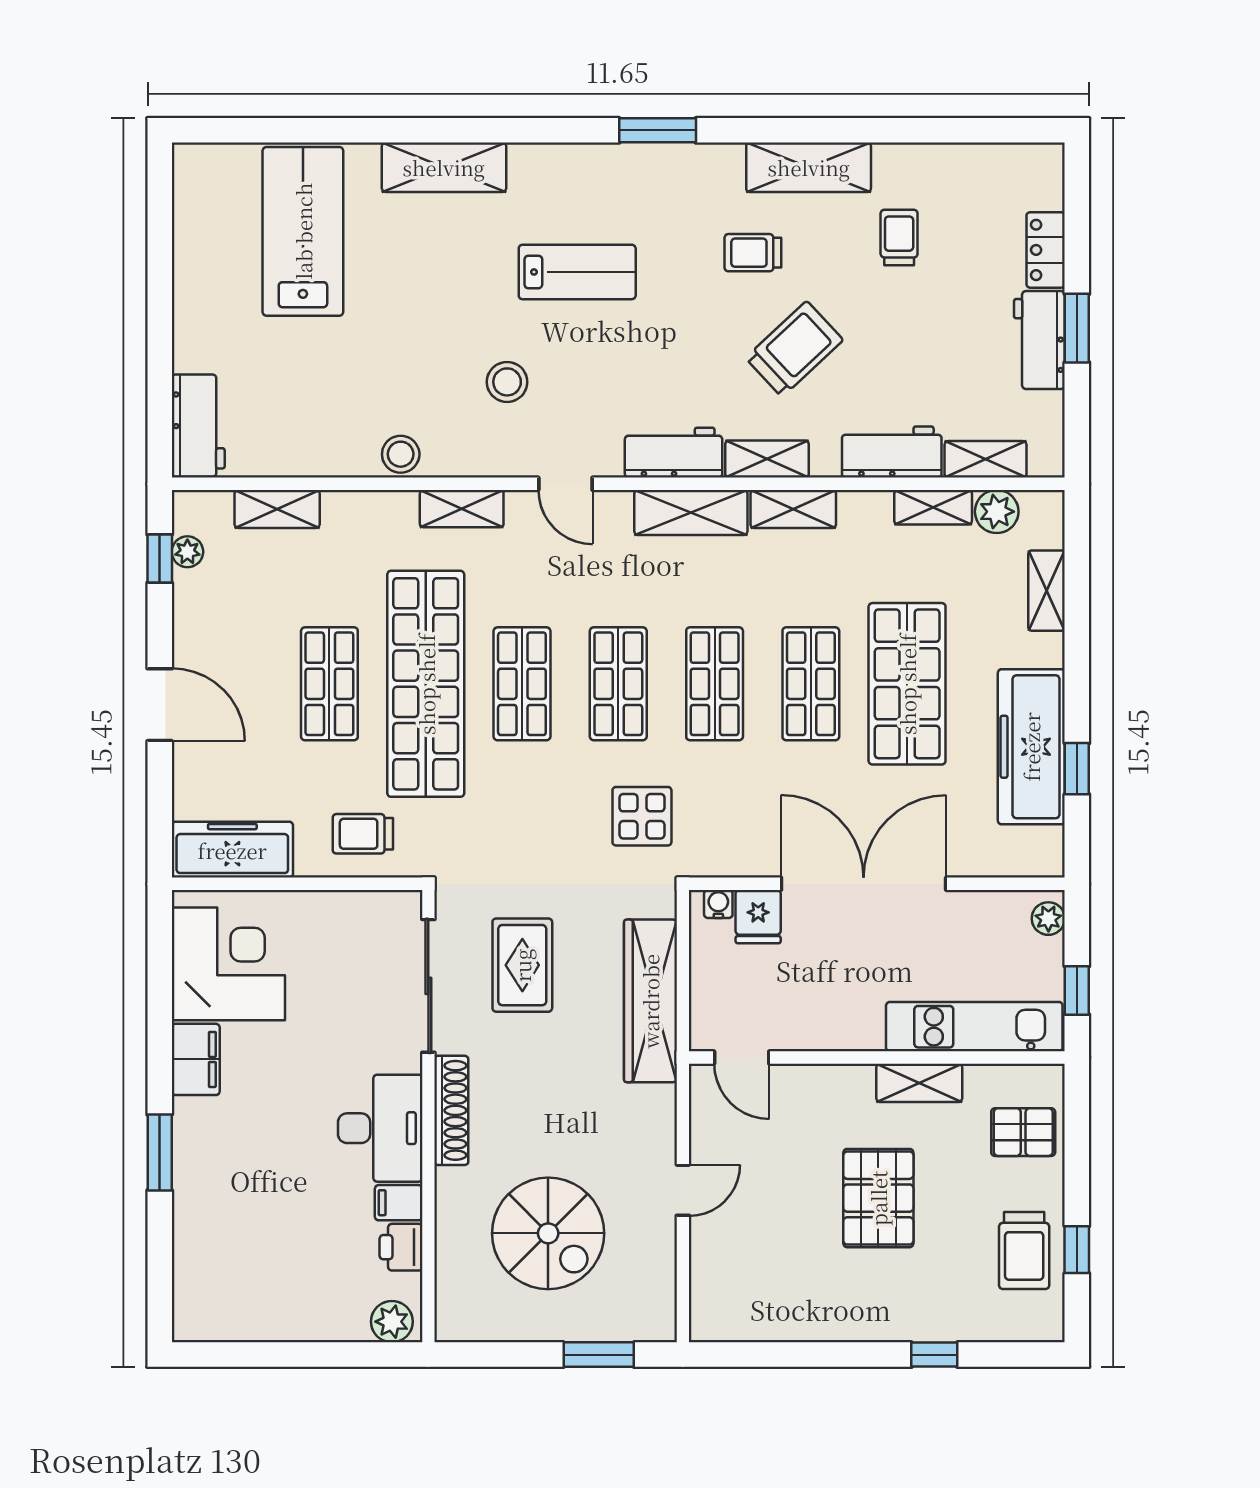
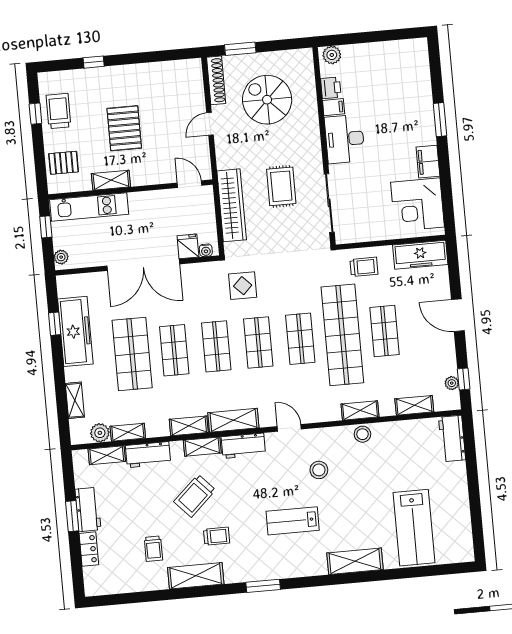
shelving: (462, 509) -> (360, 410), moved
rug: (522, 965) -> (281, 186), moved
shoe rack: (451, 1110) -> (216, 80), moved, turned 180

